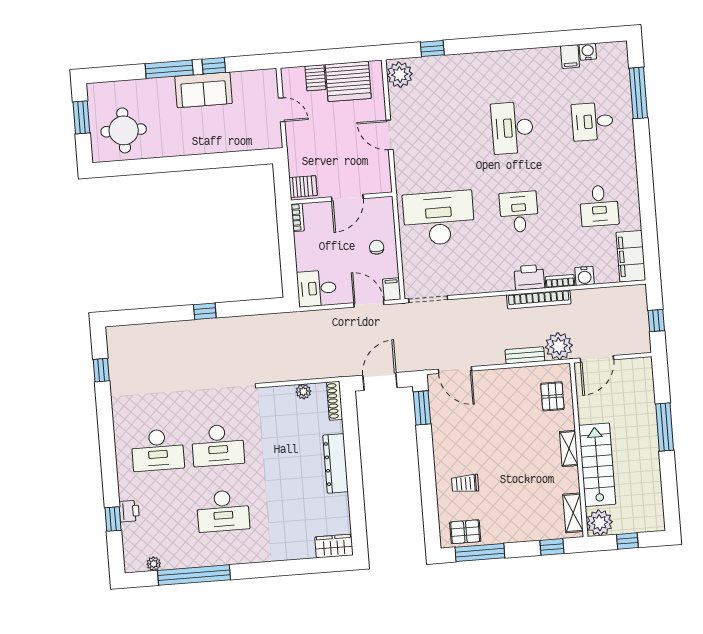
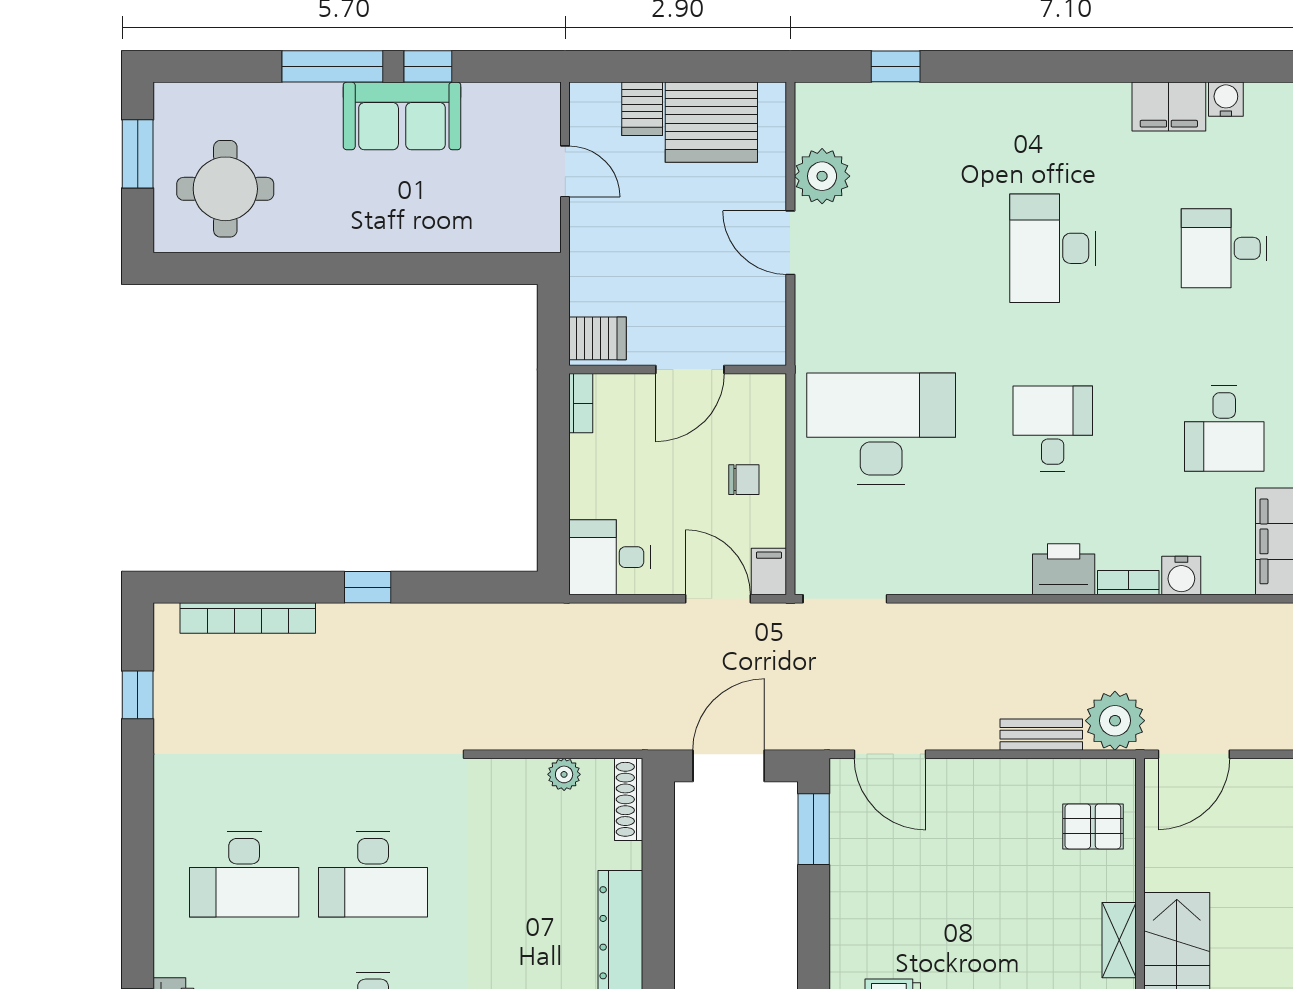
filing cabinet: (570, 57) -> (1169, 107), width x2.00
plant: (400, 75) -> (822, 176), moved
chair: (377, 247) -> (744, 480), turned 90
bookcase: (539, 299) -> (248, 618), moved
pallet: (552, 396) -> (1093, 826), turned 90

